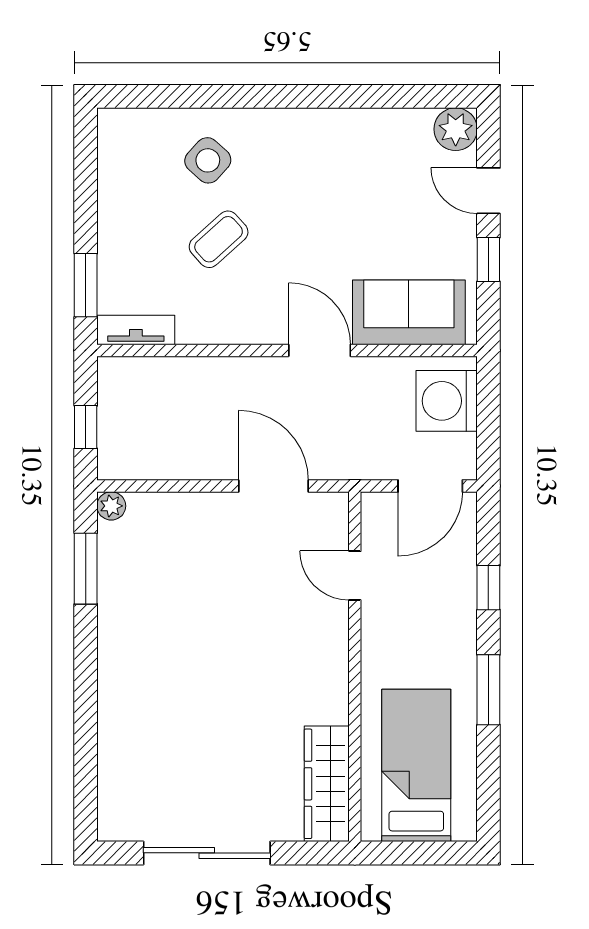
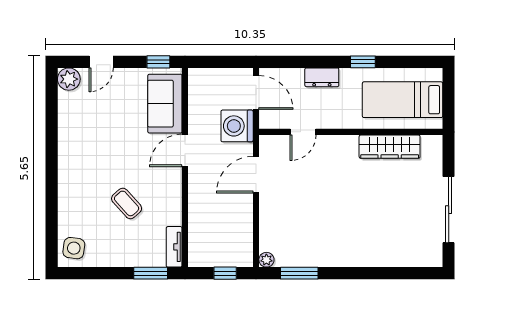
side table: (208, 160) -> (74, 248), moved, turned -34
window: (488, 260) -> (158, 62), moved
washing machine: (447, 401) -> (237, 126), moved, turned 90
window: (488, 588) -> (309, 62), removed
dresser: (459, 612) -> (322, 77), added
window: (488, 690) -> (363, 62), width x0.67
wardrobe: (327, 784) -> (390, 147), moved

